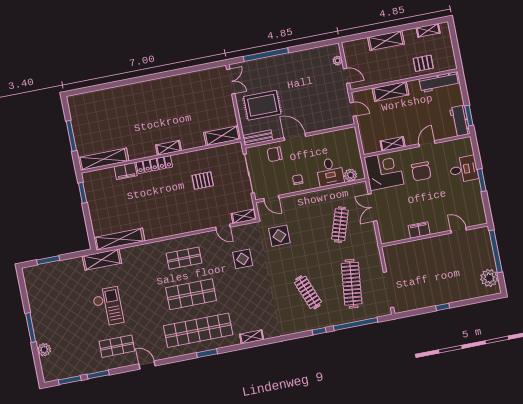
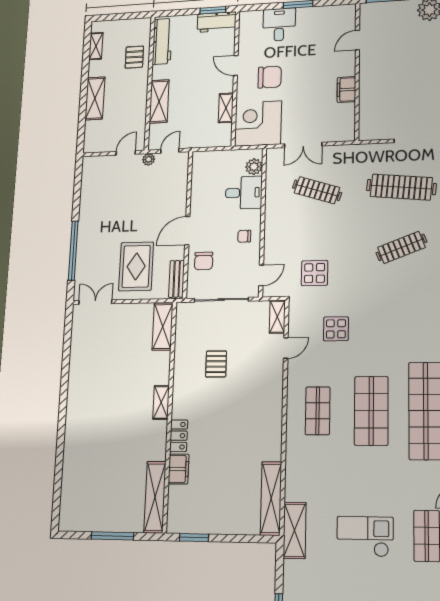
plant: (338, 61) -> (149, 159), moved
locker: (154, 165) -> (179, 436), width x0.66

